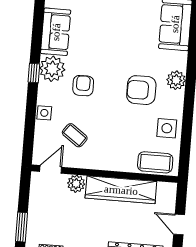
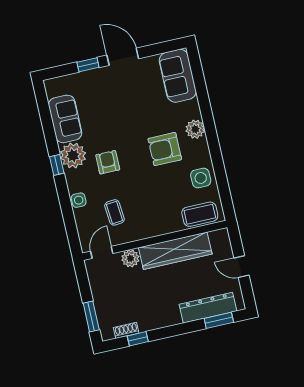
coffee table: (75, 135) -> (115, 212), turned 49

